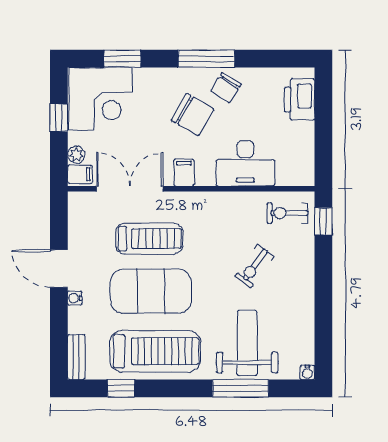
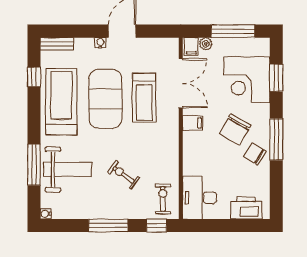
corner desk: (100, 99) -> (247, 80), moved
window: (59, 118) -> (233, 31), width x2.17
desk: (245, 163) -> (199, 198), moved
window: (323, 287) -> (108, 225), added
treadmill: (155, 351) -> (61, 102), turned 180

